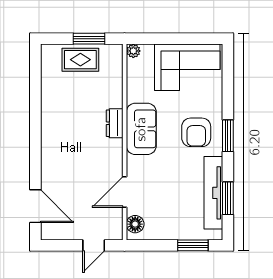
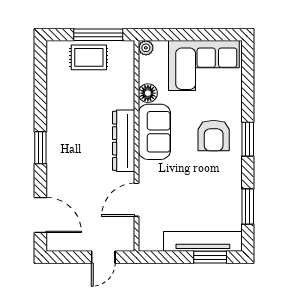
window: (89, 39) -> (98, 35), width x1.44
dresser: (115, 123) -> (124, 141), width x1.96, depth x1.24
window: (35, 144) -> (40, 148), added
tv unit: (213, 193) -> (203, 241), moved, turned 90
floor lamp: (135, 224) -> (148, 93), moved

